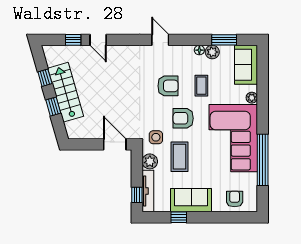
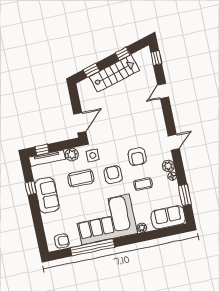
window: (73, 40) -> (156, 58), moved
plant: (212, 52) -> (168, 166), moved
window: (53, 107) -> (91, 70), moved
armchair: (235, 199) -> (62, 241), moved

